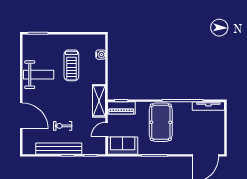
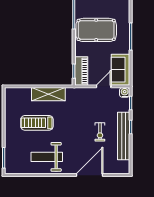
water cooler: (101, 55) -> (125, 92), moved
treadmill: (71, 65) -> (37, 123), turned 180
weight bench: (39, 75) -> (47, 157), turned -90
shelving: (99, 101) -> (48, 94), moved
door: (106, 130) -> (104, 86), swing flipped

